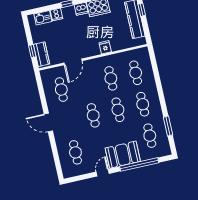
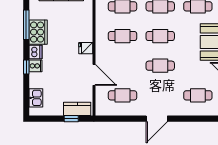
cooker: (56, 14) -> (36, 66), moved
fridge: (105, 47) -> (86, 48), moved

